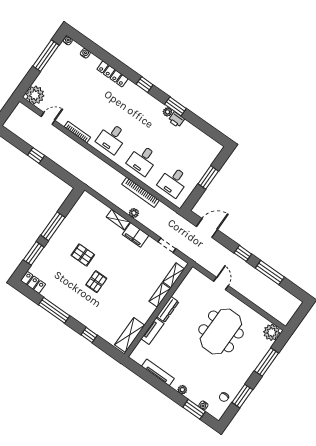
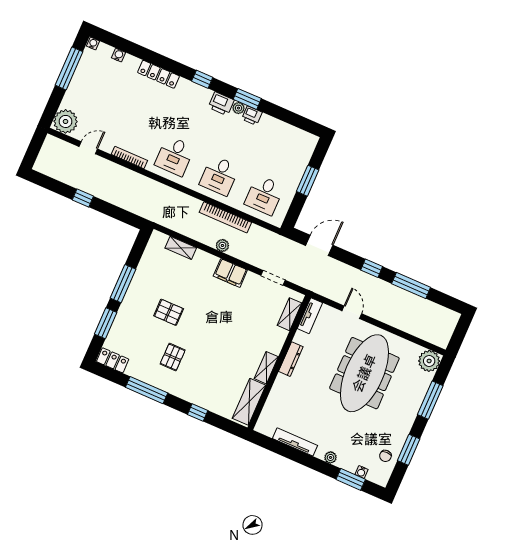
printer: (155, 106) -> (221, 104), added
shelving: (118, 220) -> (181, 248), moved
pallet: (96, 282) -> (173, 357), moved
shelving: (160, 295) -> (266, 368), moved
tv unit: (152, 331) -> (310, 316), moved
meeting table: (221, 331) -> (364, 373), width x1.36

